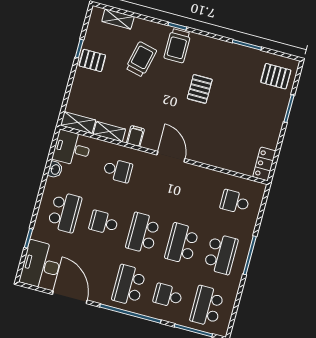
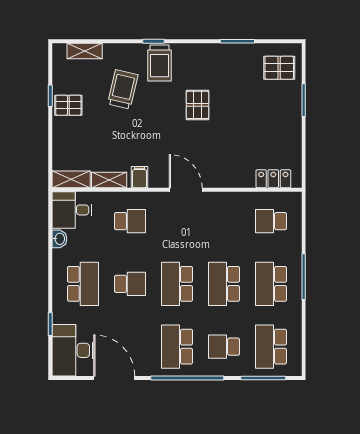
locker: (264, 164) -> (273, 179), moved, turned 90
school desk: (104, 223) -> (130, 284), turned 180
school desk: (221, 254) -> (271, 284), turned 180

